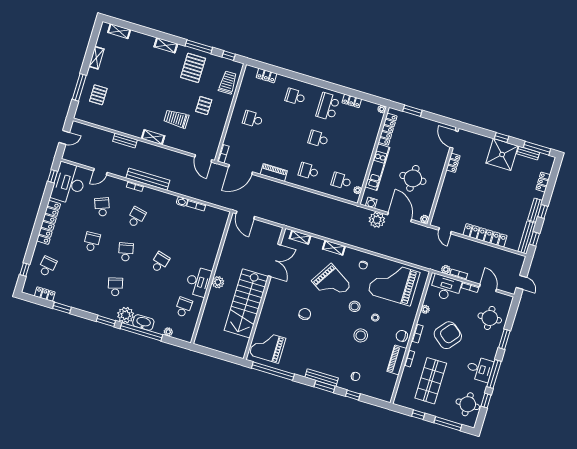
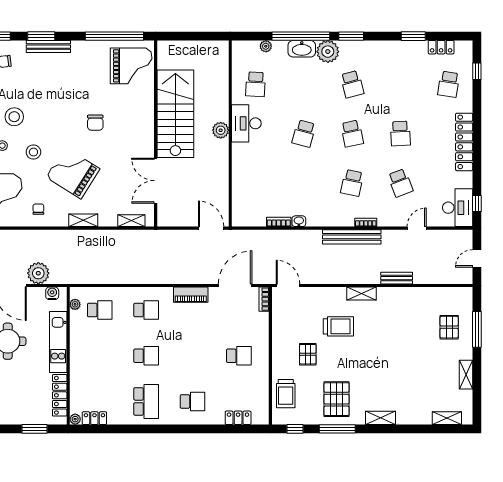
locker: (352, 101) -> (94, 418), moved
desk: (69, 183) -> (458, 208), width x0.73, depth x0.77

